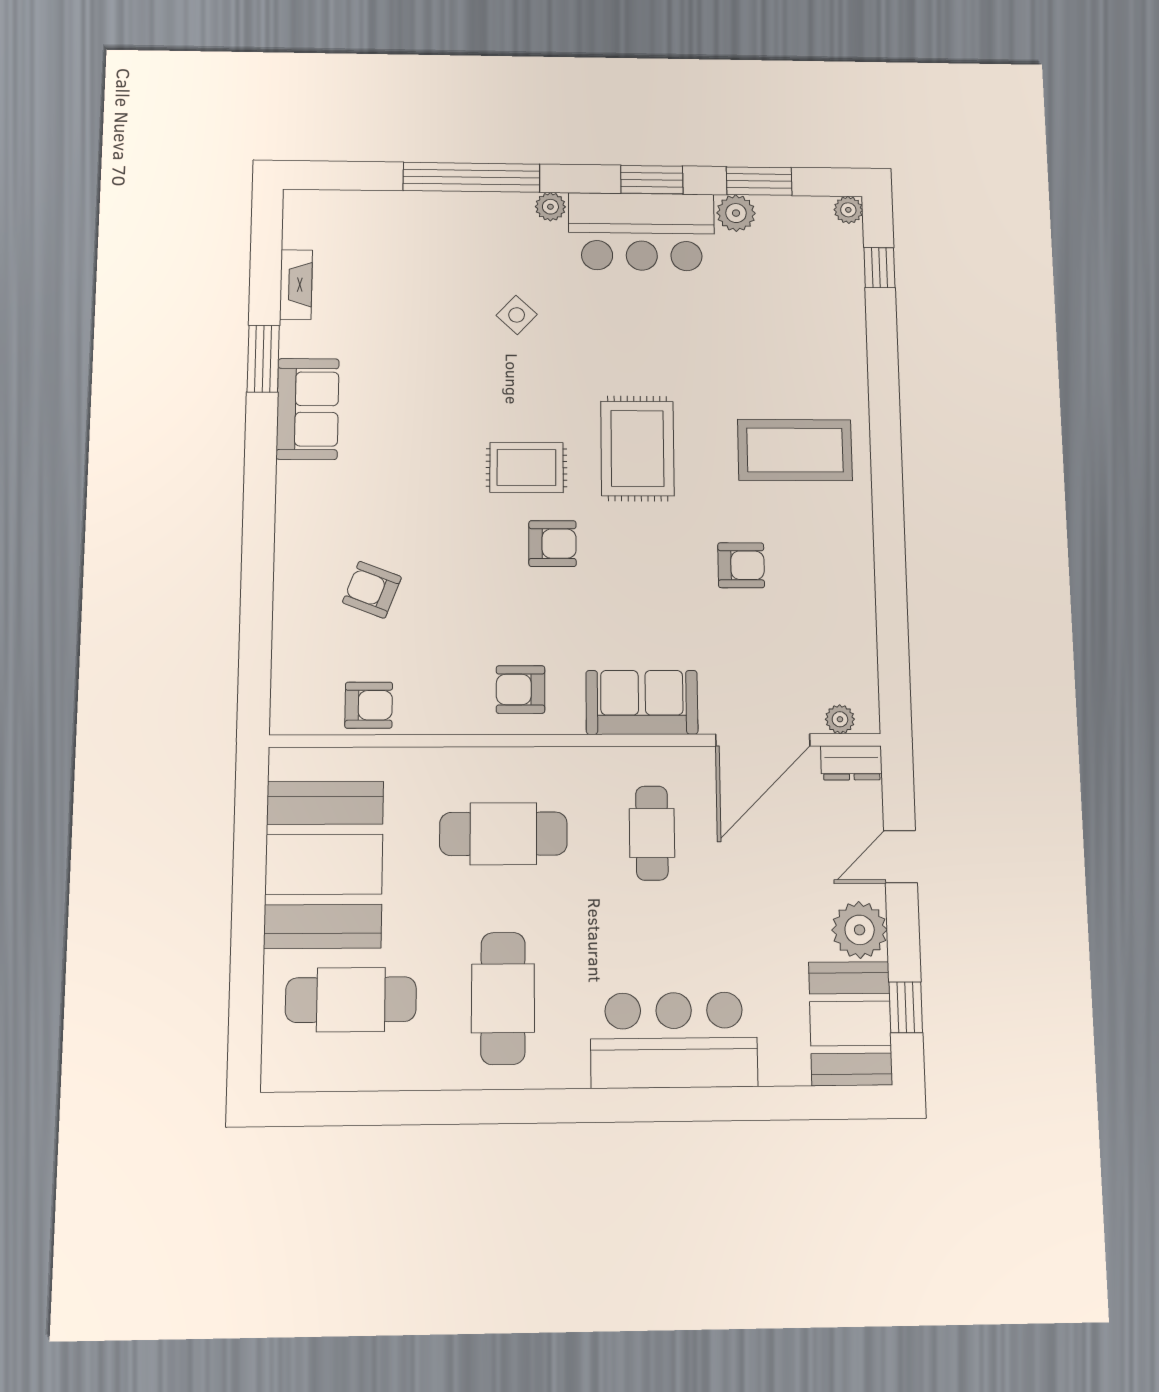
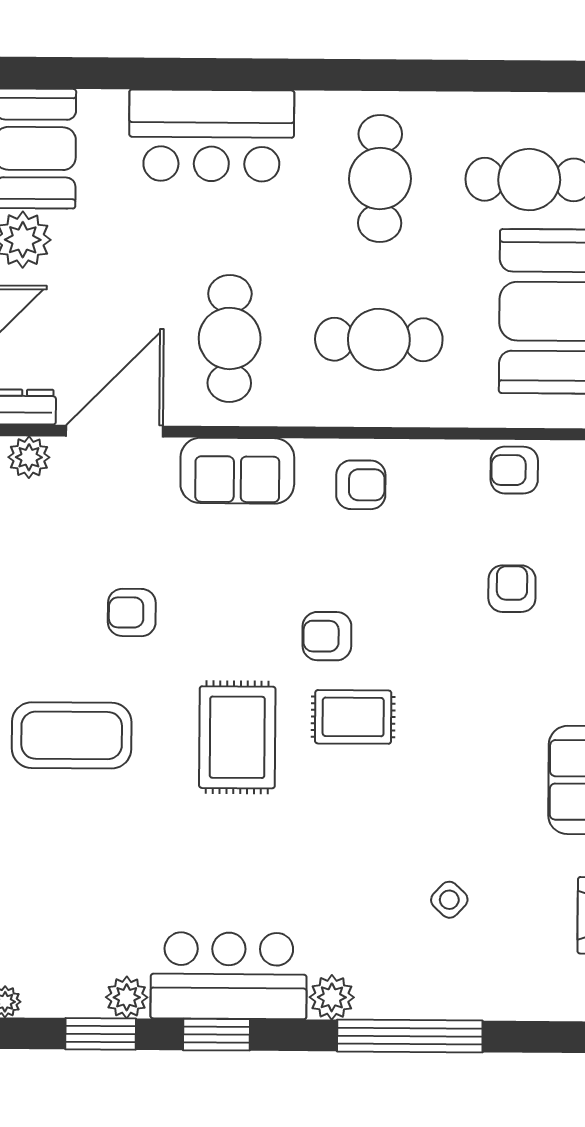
plant: (550, 207) -> (332, 997), width x1.38, depth x1.38
side table: (517, 315) -> (449, 900), moved
armchair: (372, 590) -> (512, 589), turned -111
plant: (840, 719) -> (29, 457), width x1.38, depth x1.38
cafe table: (652, 833) -> (230, 338), width x1.37, depth x1.35

